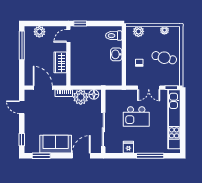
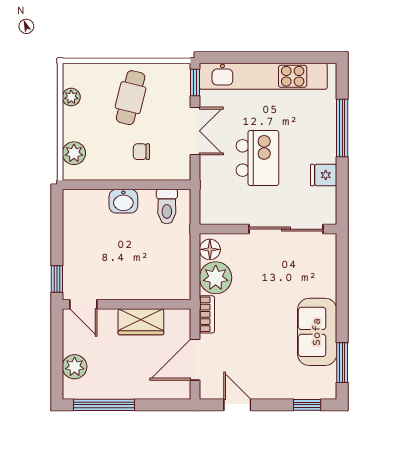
toilet: (114, 36) -> (167, 207), moved
door: (22, 107) -> (237, 405), swing flipped
door: (81, 156) -> (342, 277), removed

